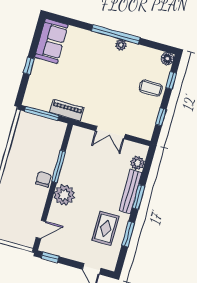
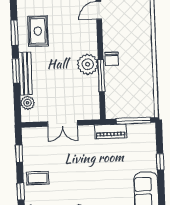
double door: (110, 133) -> (62, 123), swing flipped
plant: (64, 195) -> (88, 64), moved

